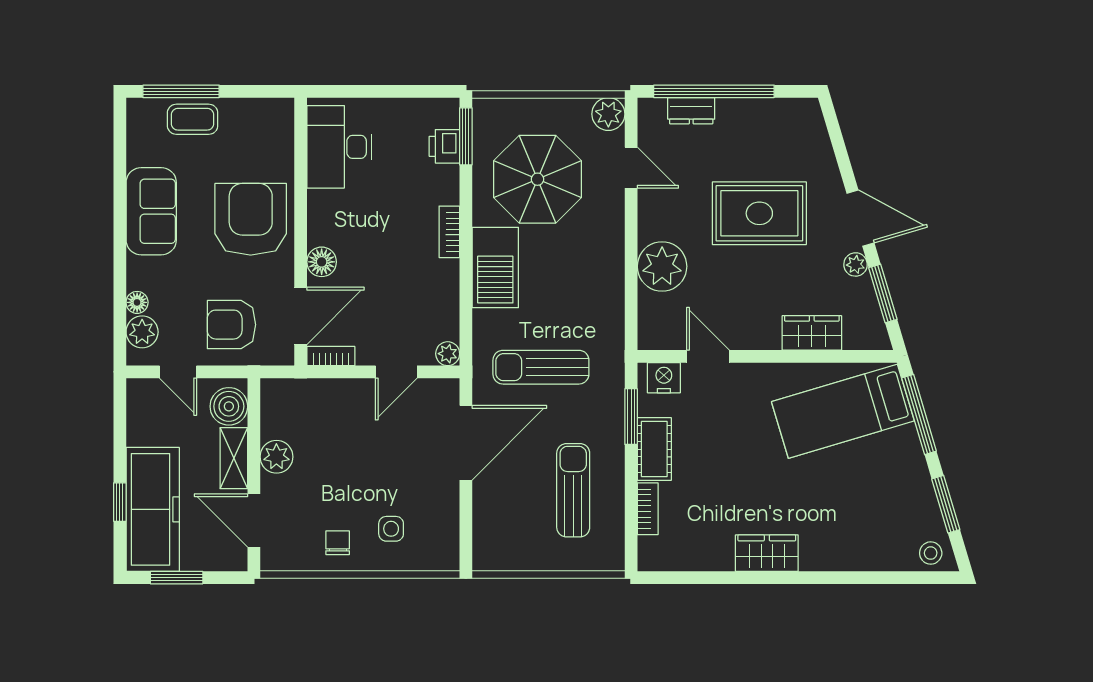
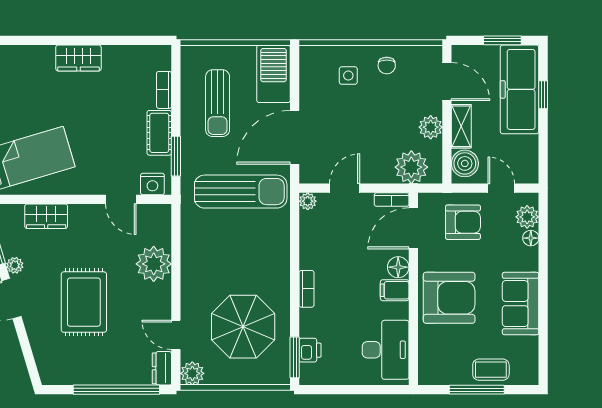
window: (181, 91) -> (477, 390), moved
dresser: (691, 111) -> (162, 368), moved, turned -90
rug: (759, 213) -> (84, 302), turned 90
armchair: (251, 219) -> (449, 298), turned -90
filing cabinet: (327, 230) -> (395, 290), added
barbecue: (495, 268) -> (273, 74), moved
sun lounger: (541, 367) -> (241, 192), width x1.36, depth x1.34
plant: (303, 401) -> (411, 167), added

